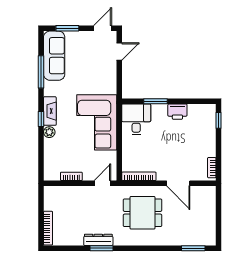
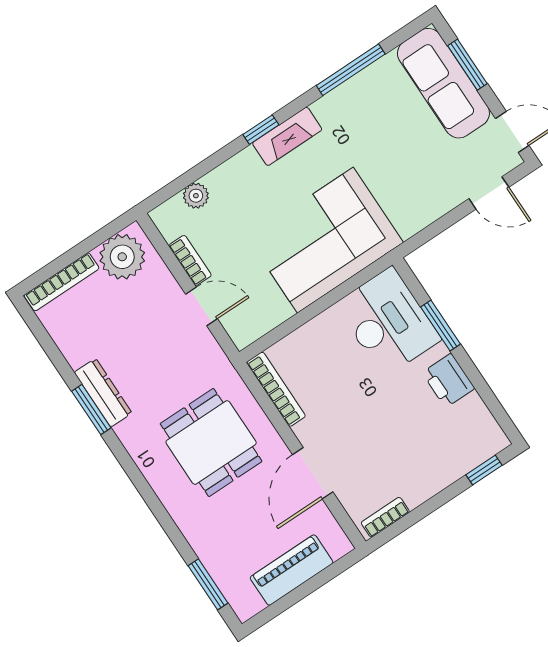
sofa: (54, 56) -> (443, 83), moved, turned 90
desk: (136, 119) -> (388, 322), width x1.37
plant: (49, 132) -> (196, 196), moved
door: (102, 183) -> (201, 306), moved
plant: (54, 200) -> (122, 257), added
piano: (208, 214) -> (292, 570), added

